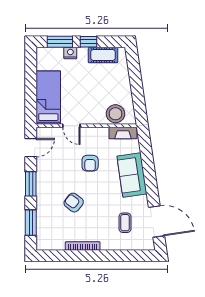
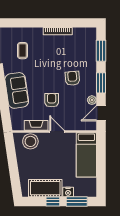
cot: (103, 55) -> (45, 188), width x1.37, depth x1.34
door: (71, 126) -> (57, 131), moved
fireplace: (123, 133) -> (36, 125), moved
plant: (42, 163) -> (92, 100), added
armchair: (74, 203) -> (72, 78), moved, turned -133

